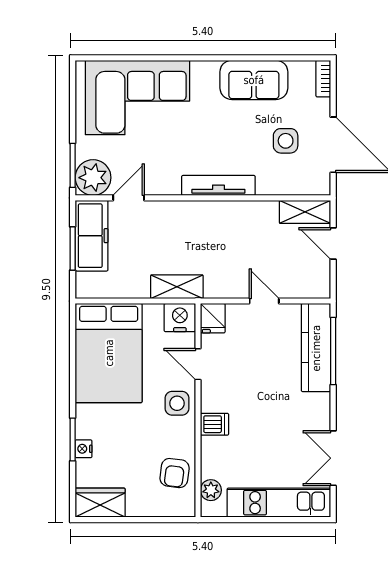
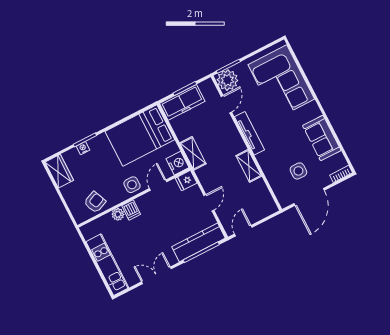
tv unit: (218, 185) -> (250, 133), moved
door: (129, 198) -> (226, 104), hinge flipped
shelving: (305, 212) -> (249, 166), moved
freezer: (92, 236) -> (182, 102), moved
door: (333, 244) -> (243, 231), moved
double door: (333, 458) -> (156, 275), moved
armchair: (175, 473) -> (95, 202), turned 150
plant: (211, 490) -> (118, 214), moved

